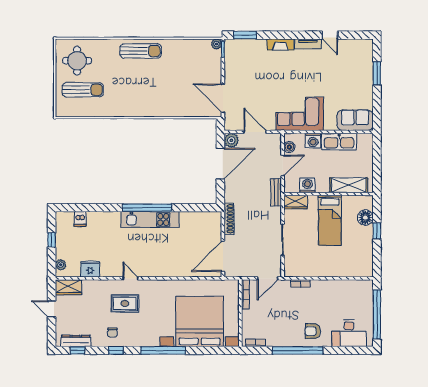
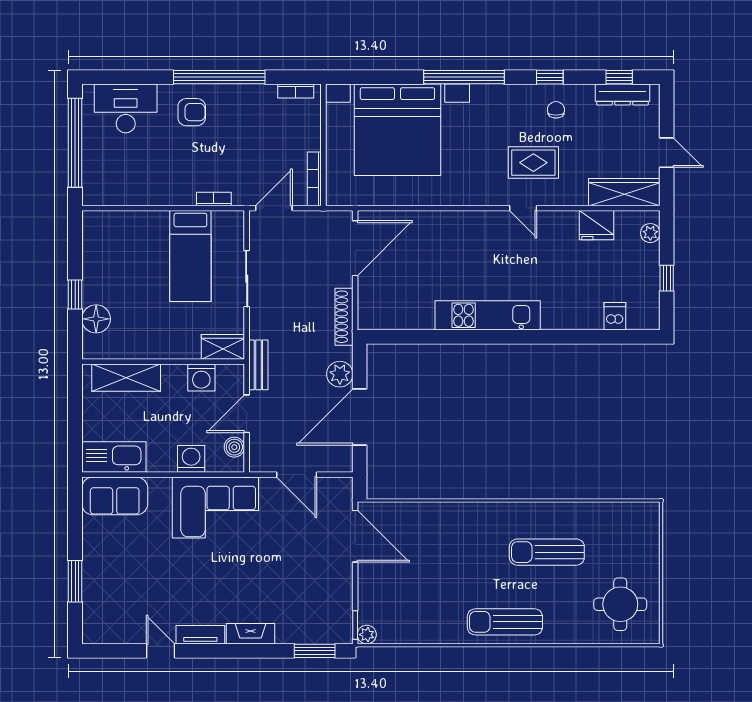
sun lounger: (83, 90) -> (547, 552), moved
plant: (231, 140) -> (340, 374), moved
kitchen sink: (339, 142) -> (114, 457), moved
window: (147, 208) -> (493, 337), removed
bed: (330, 220) -> (190, 256), moved, turned 180
wardrobe: (68, 287) -> (624, 192), width x1.50

